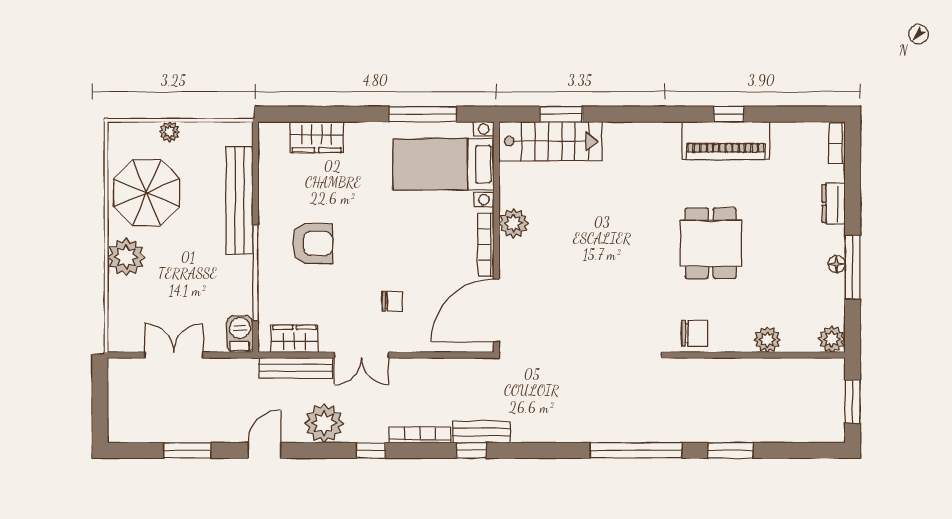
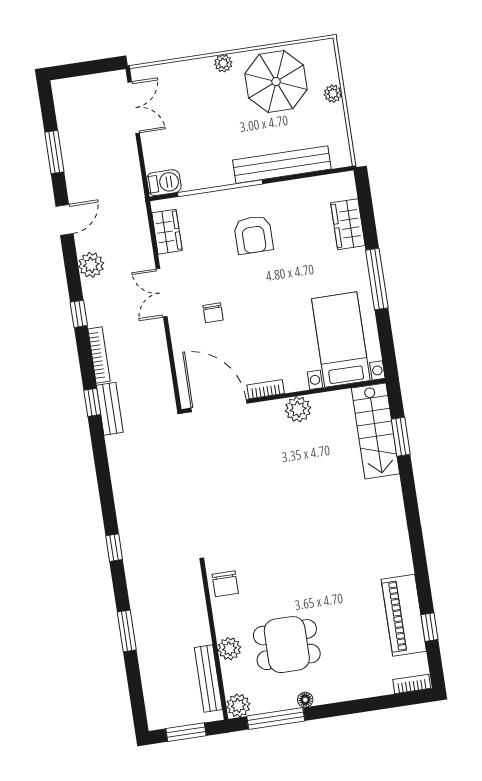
window: (423, 114) -> (377, 279), moved
window: (729, 114) -> (429, 627), moved
piano: (726, 141) -> (404, 615), moved
dresser: (834, 204) -> (358, 689), removed
dining table: (711, 243) -> (287, 645), moved
bookcase: (486, 245) -> (266, 389), width x0.64
plant: (126, 257) -> (223, 63), width x0.53, depth x0.53
window: (853, 267) -> (276, 719), moved
double door: (174, 355) -> (134, 108), moved
bench: (296, 368) -> (208, 678), moved
plant: (324, 423) -> (91, 265), width x0.73, depth x0.73
door: (264, 450) -> (65, 220), hinge flipped
window: (636, 450) -> (114, 548), width x0.32

